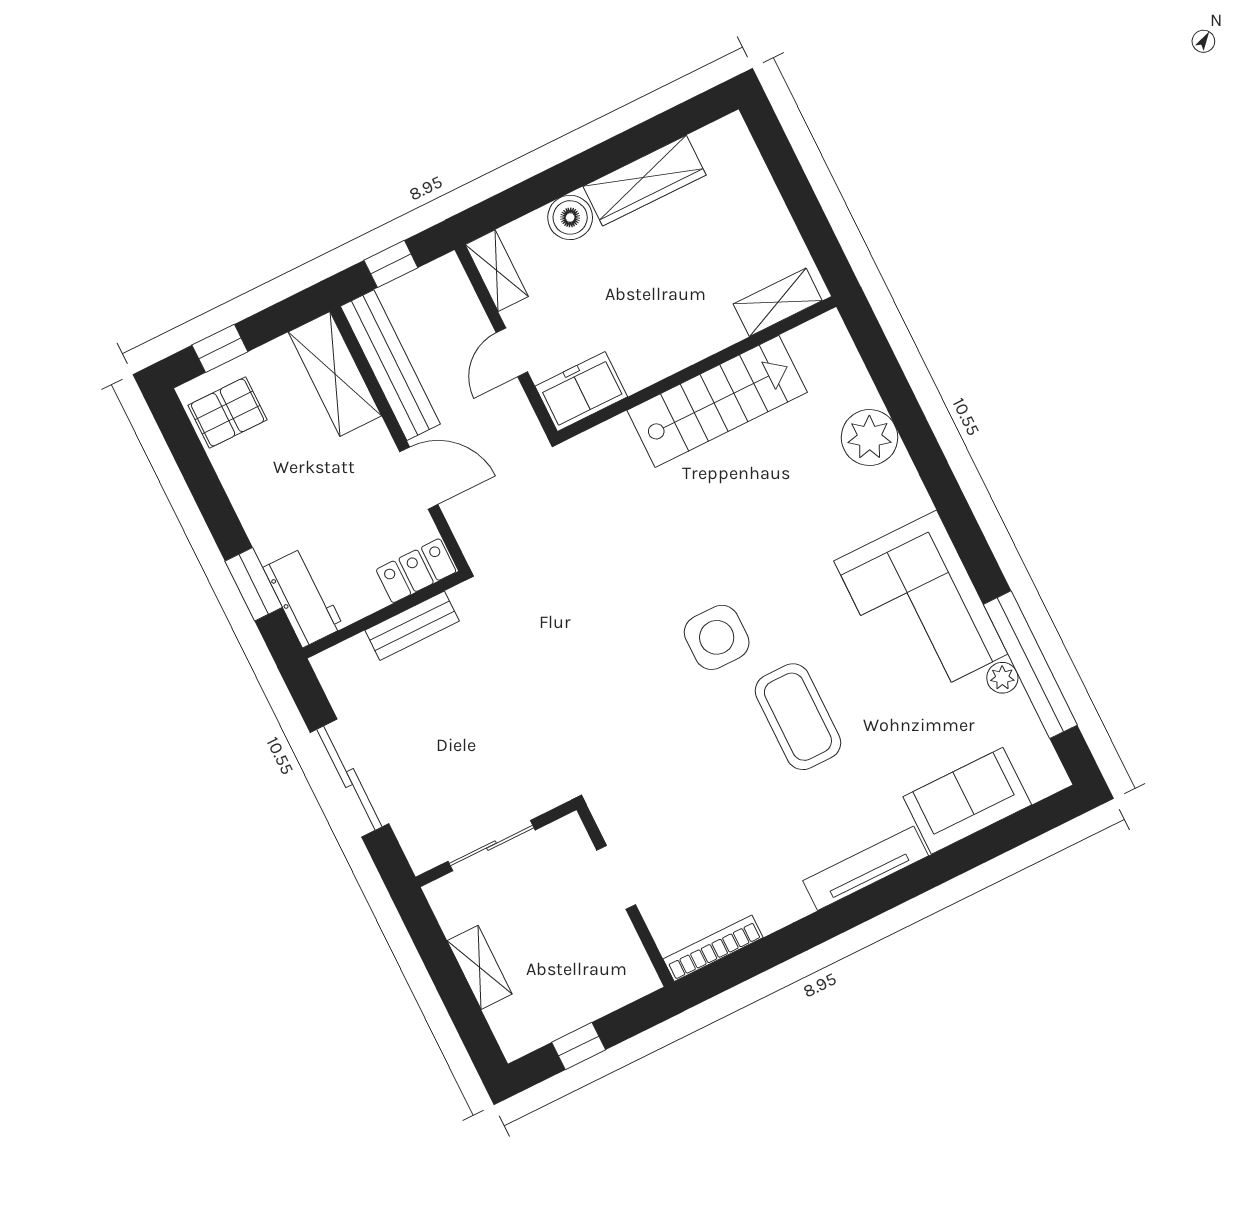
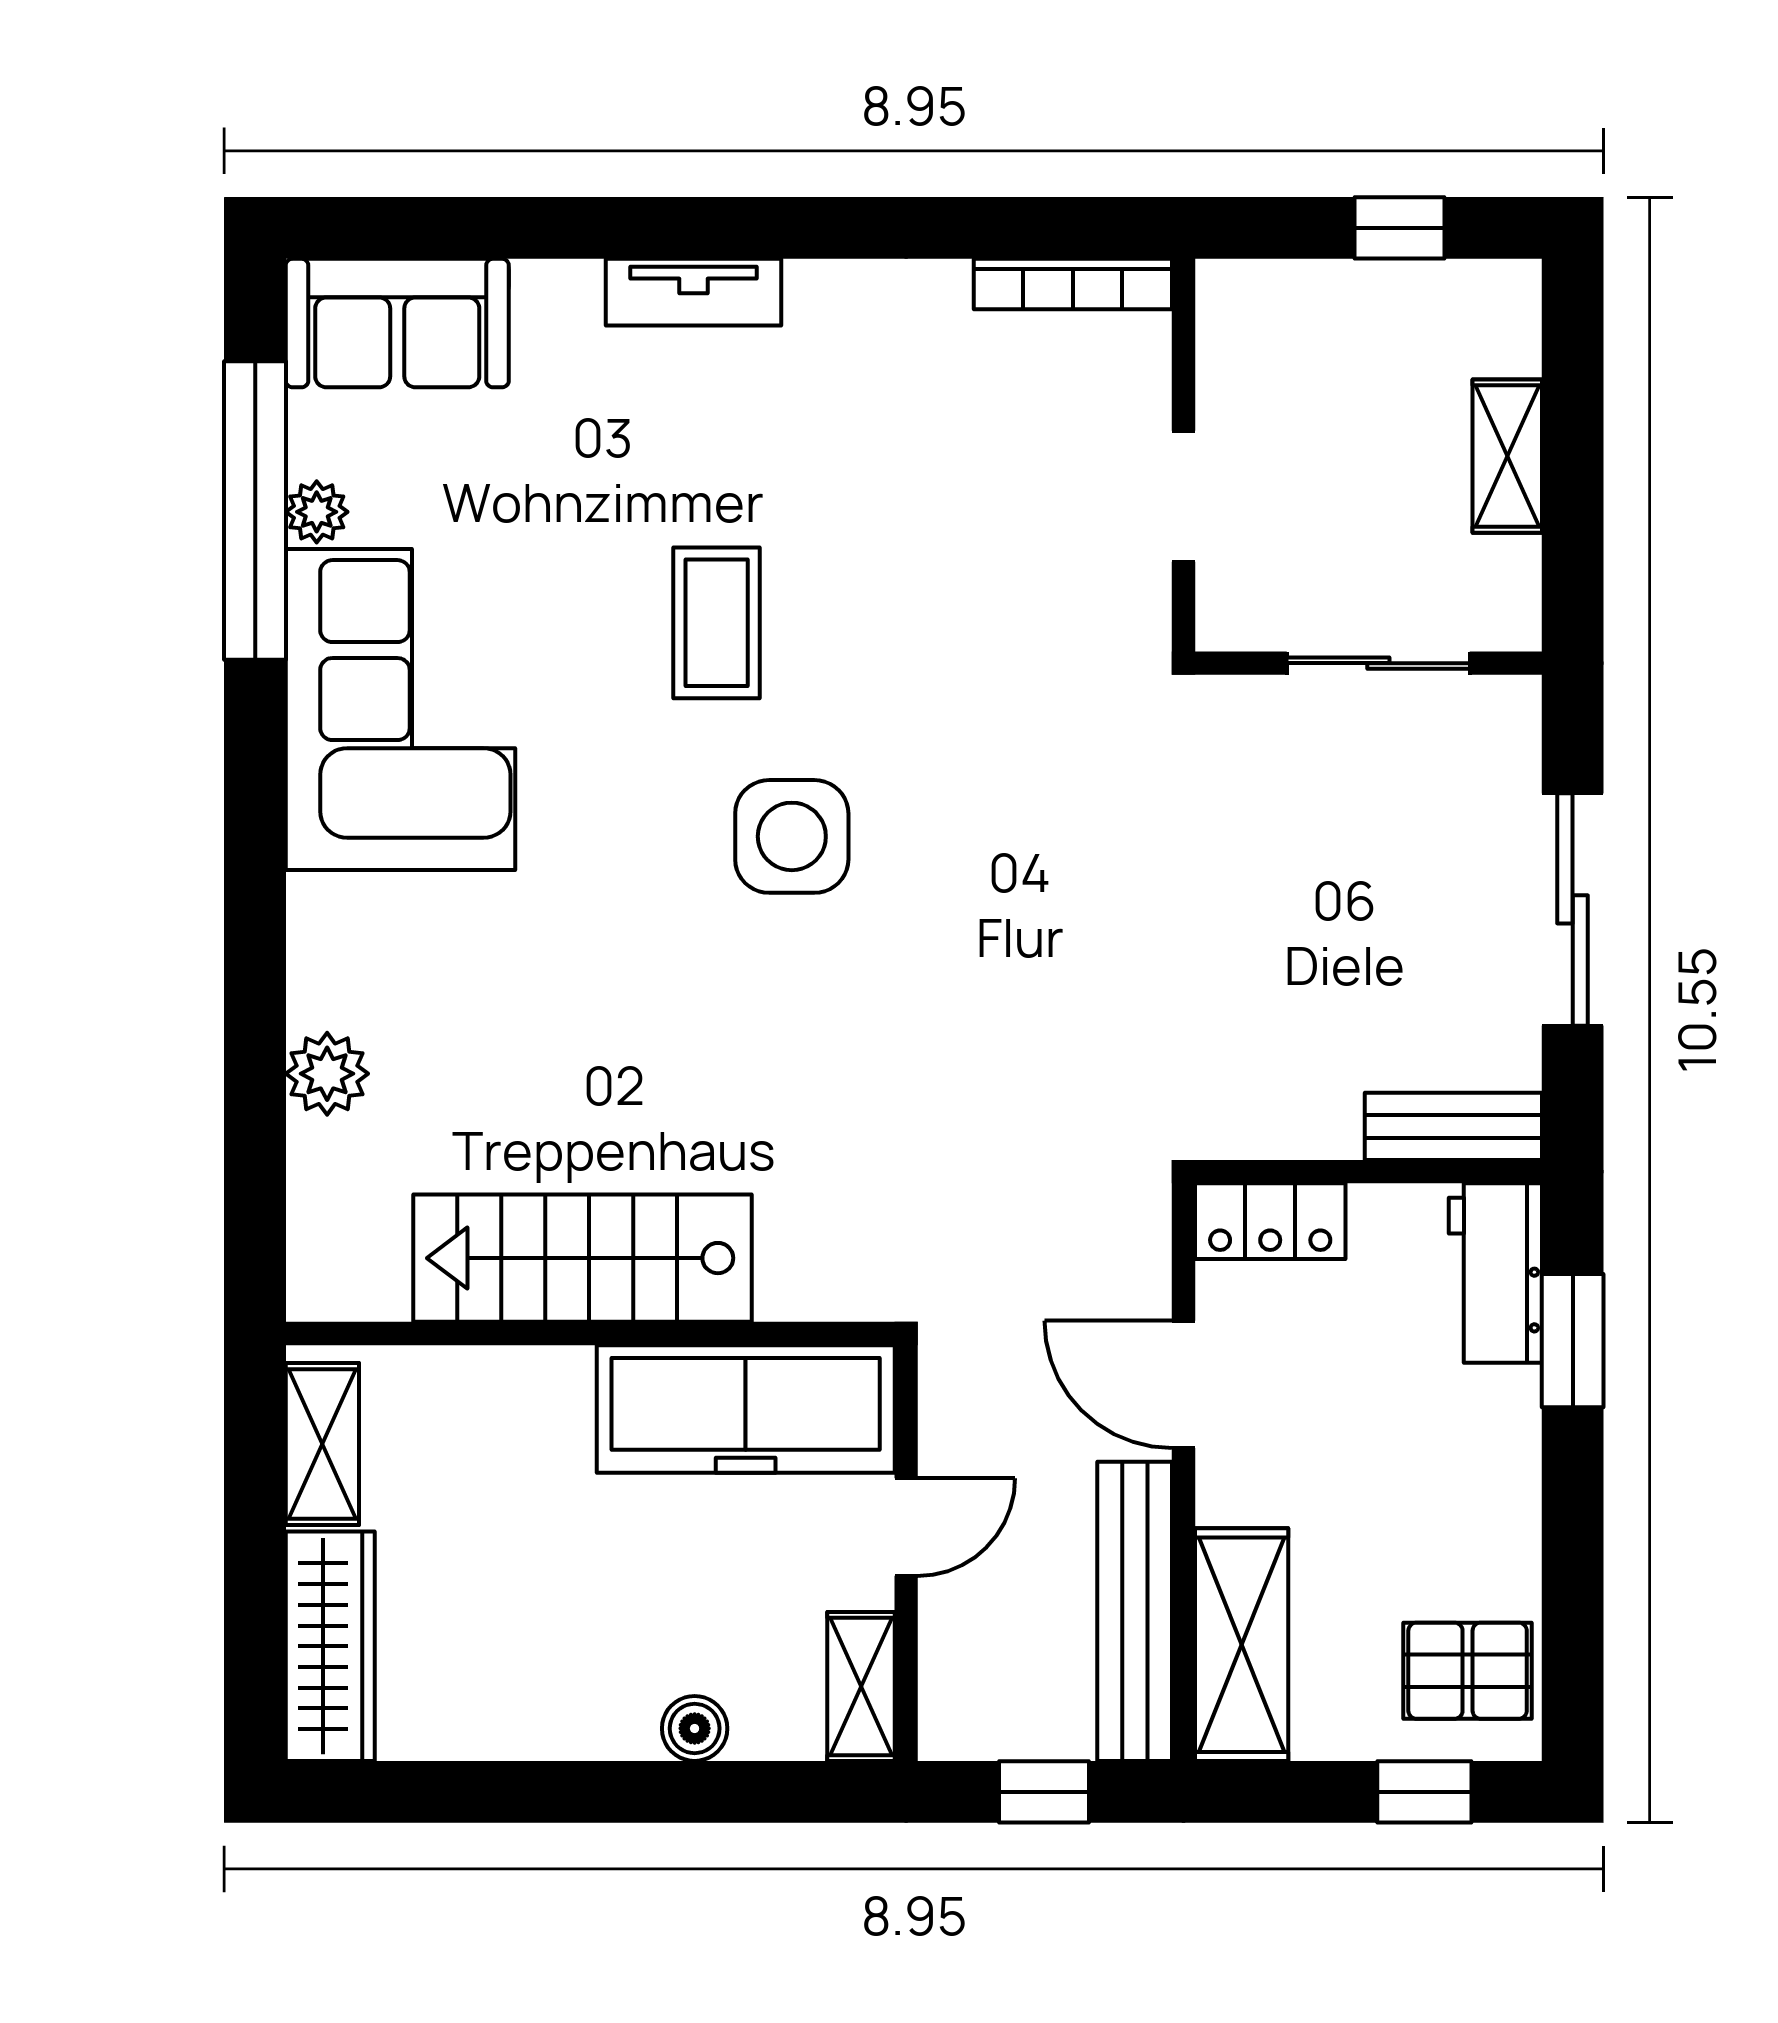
wardrobe: (645, 181) -> (330, 1646), moved, turned 90
boiler: (570, 217) -> (695, 1728), width x0.73, depth x0.73
shelving: (778, 302) -> (322, 1444), moved, turned 90
freezer: (581, 391) -> (746, 1409), width x1.91, depth x1.26
plant: (869, 438) -> (327, 1074), width x0.73, depth x0.73
bench: (412, 626) -> (1453, 1126), moved
coffee table: (798, 717) -> (717, 623), width x0.73, depth x0.76
sofa: (967, 801) -> (397, 323), moved
tv unit: (866, 868) -> (694, 292), width x0.71

